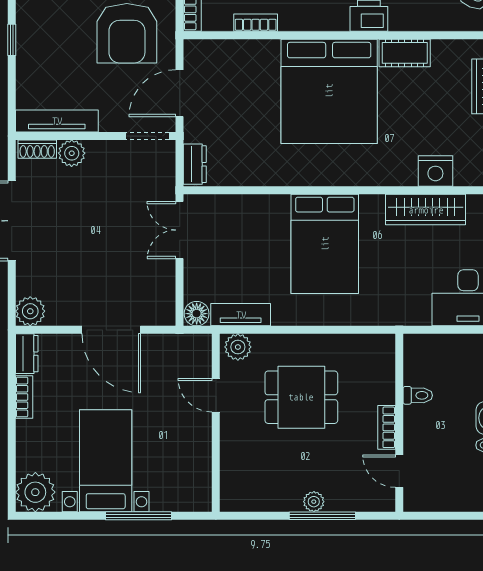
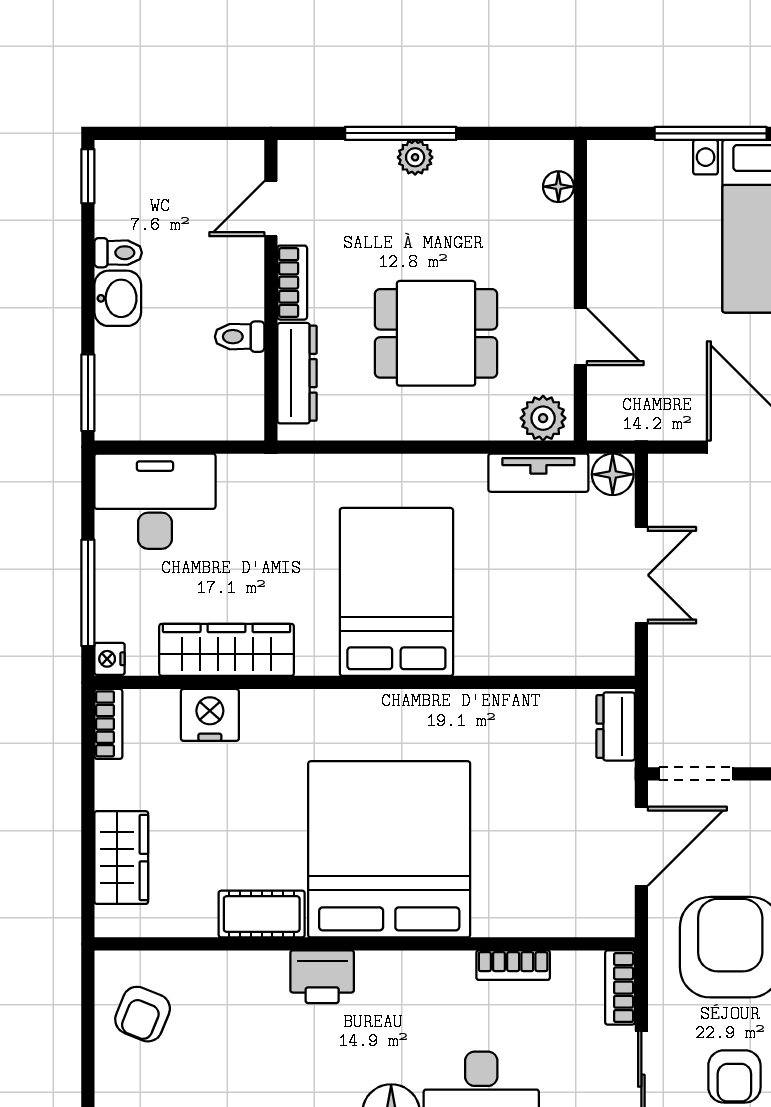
double door: (180, 230) -> (641, 575), moved
dresser: (384, 374) -> (297, 373), added
door: (399, 471) -> (271, 209), swing flipped
floor lamp: (229, 484) -> (558, 187), added

